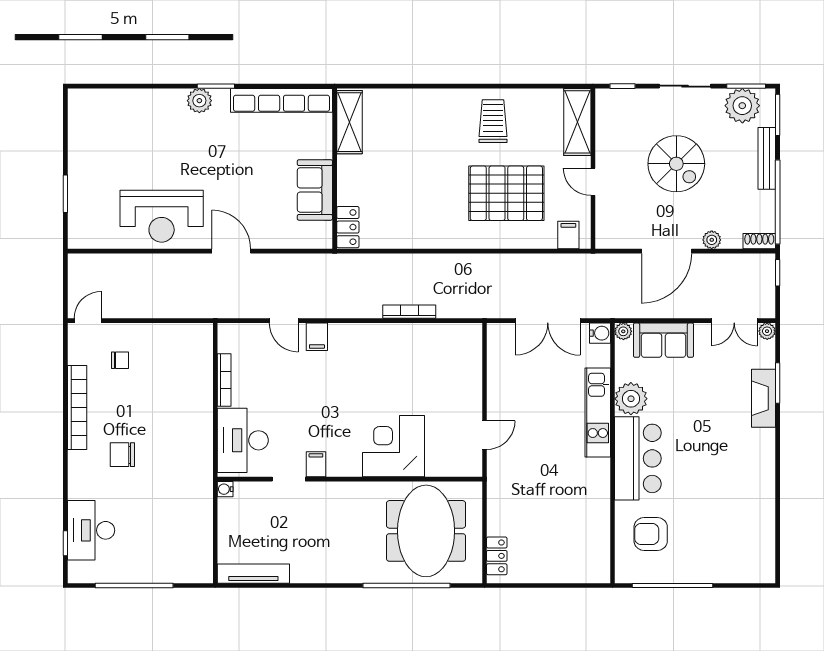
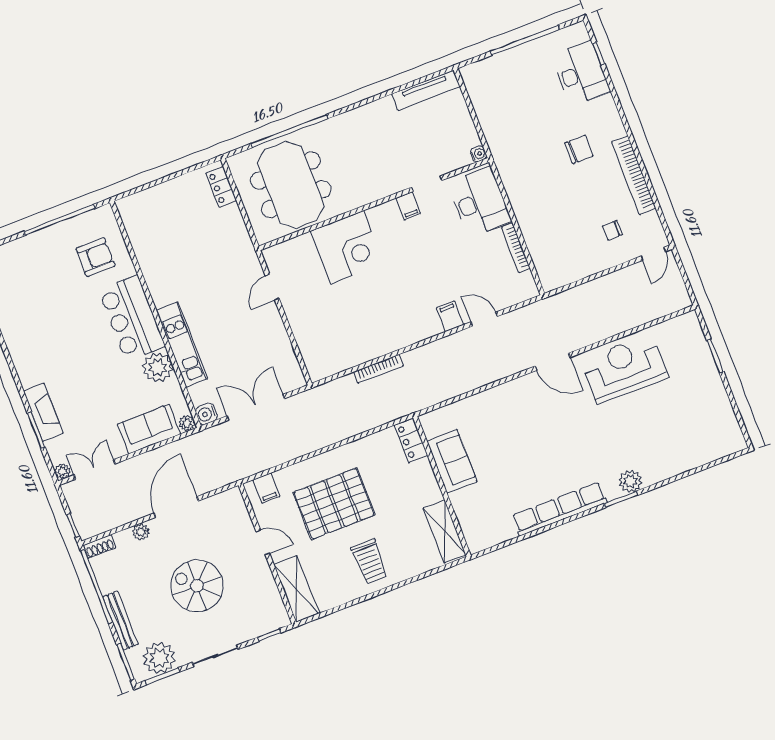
shelving: (349, 122) -> (445, 532), moved
wall: (335, 169) -> (442, 486), moved
sofa: (315, 190) -> (452, 461), moved
locker: (348, 227) -> (411, 440), moved

